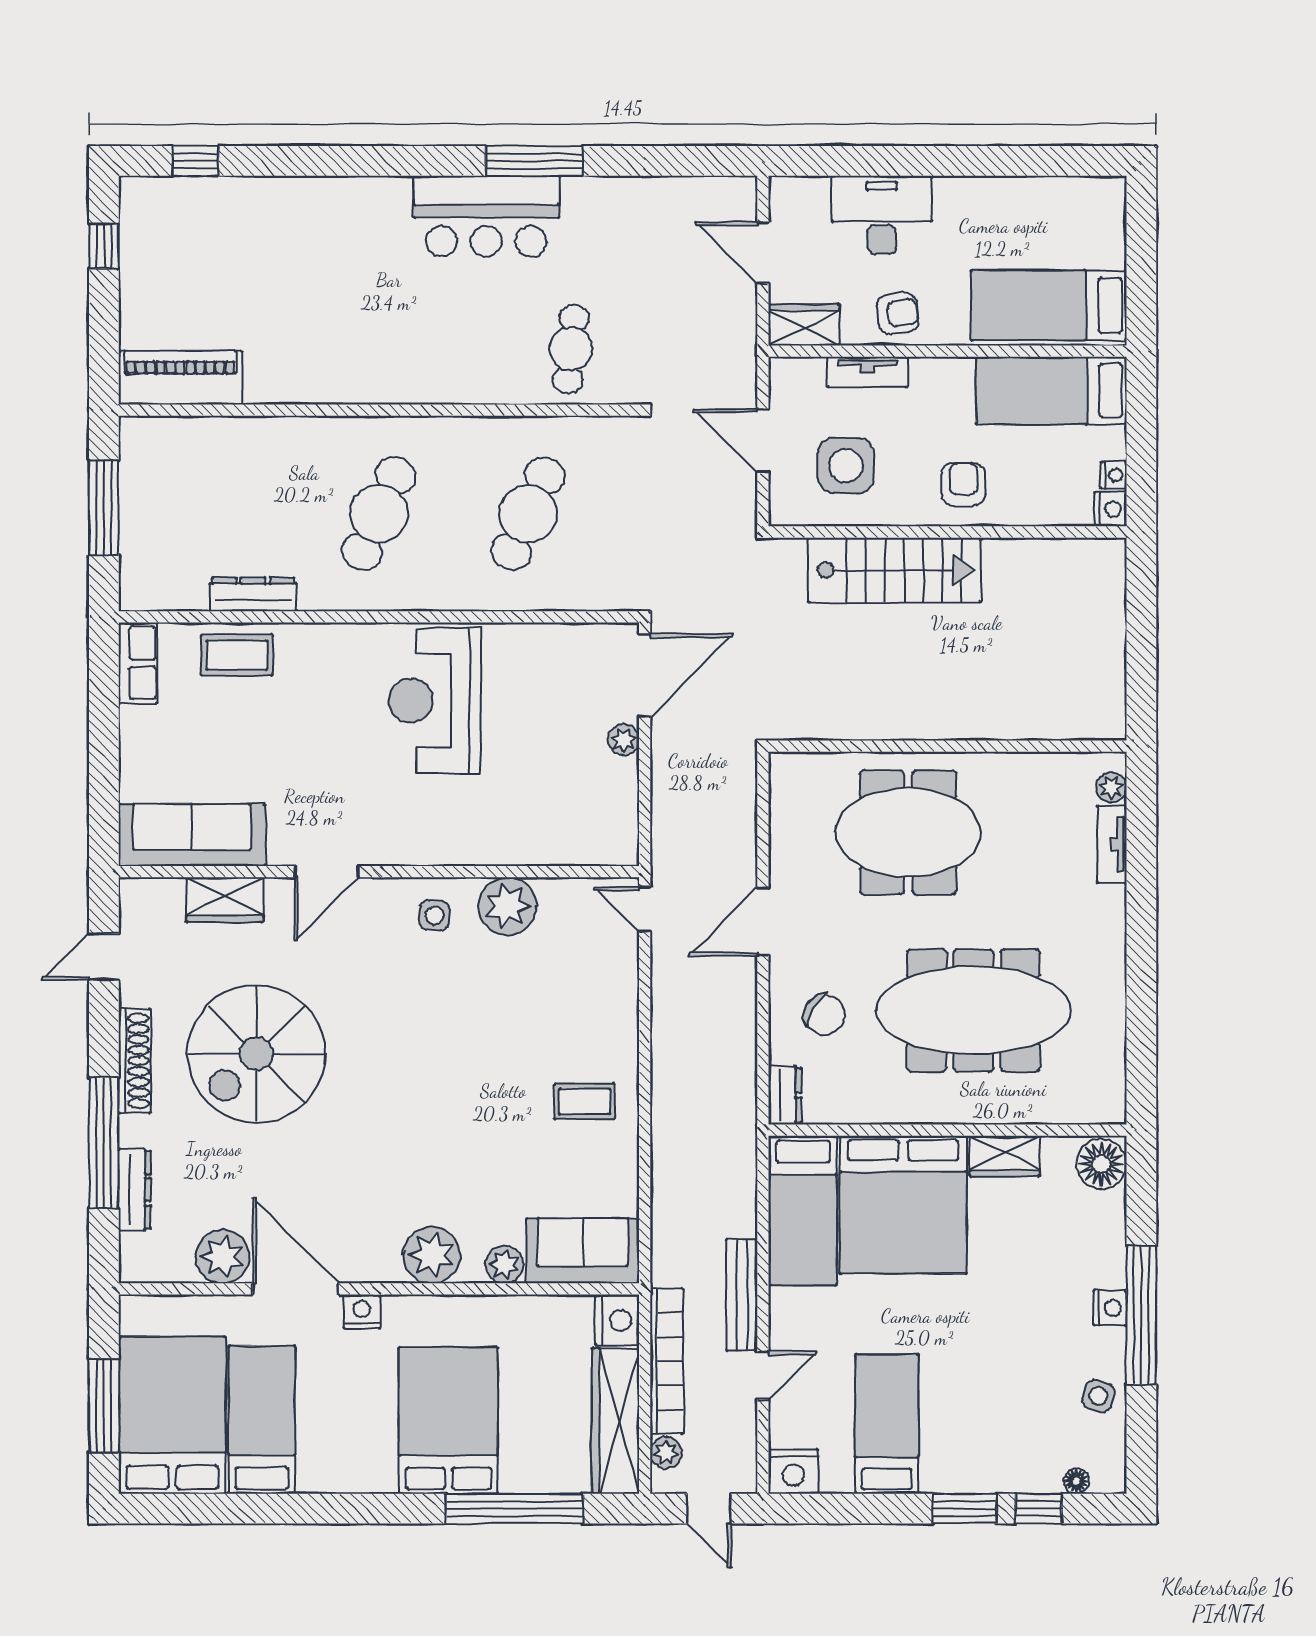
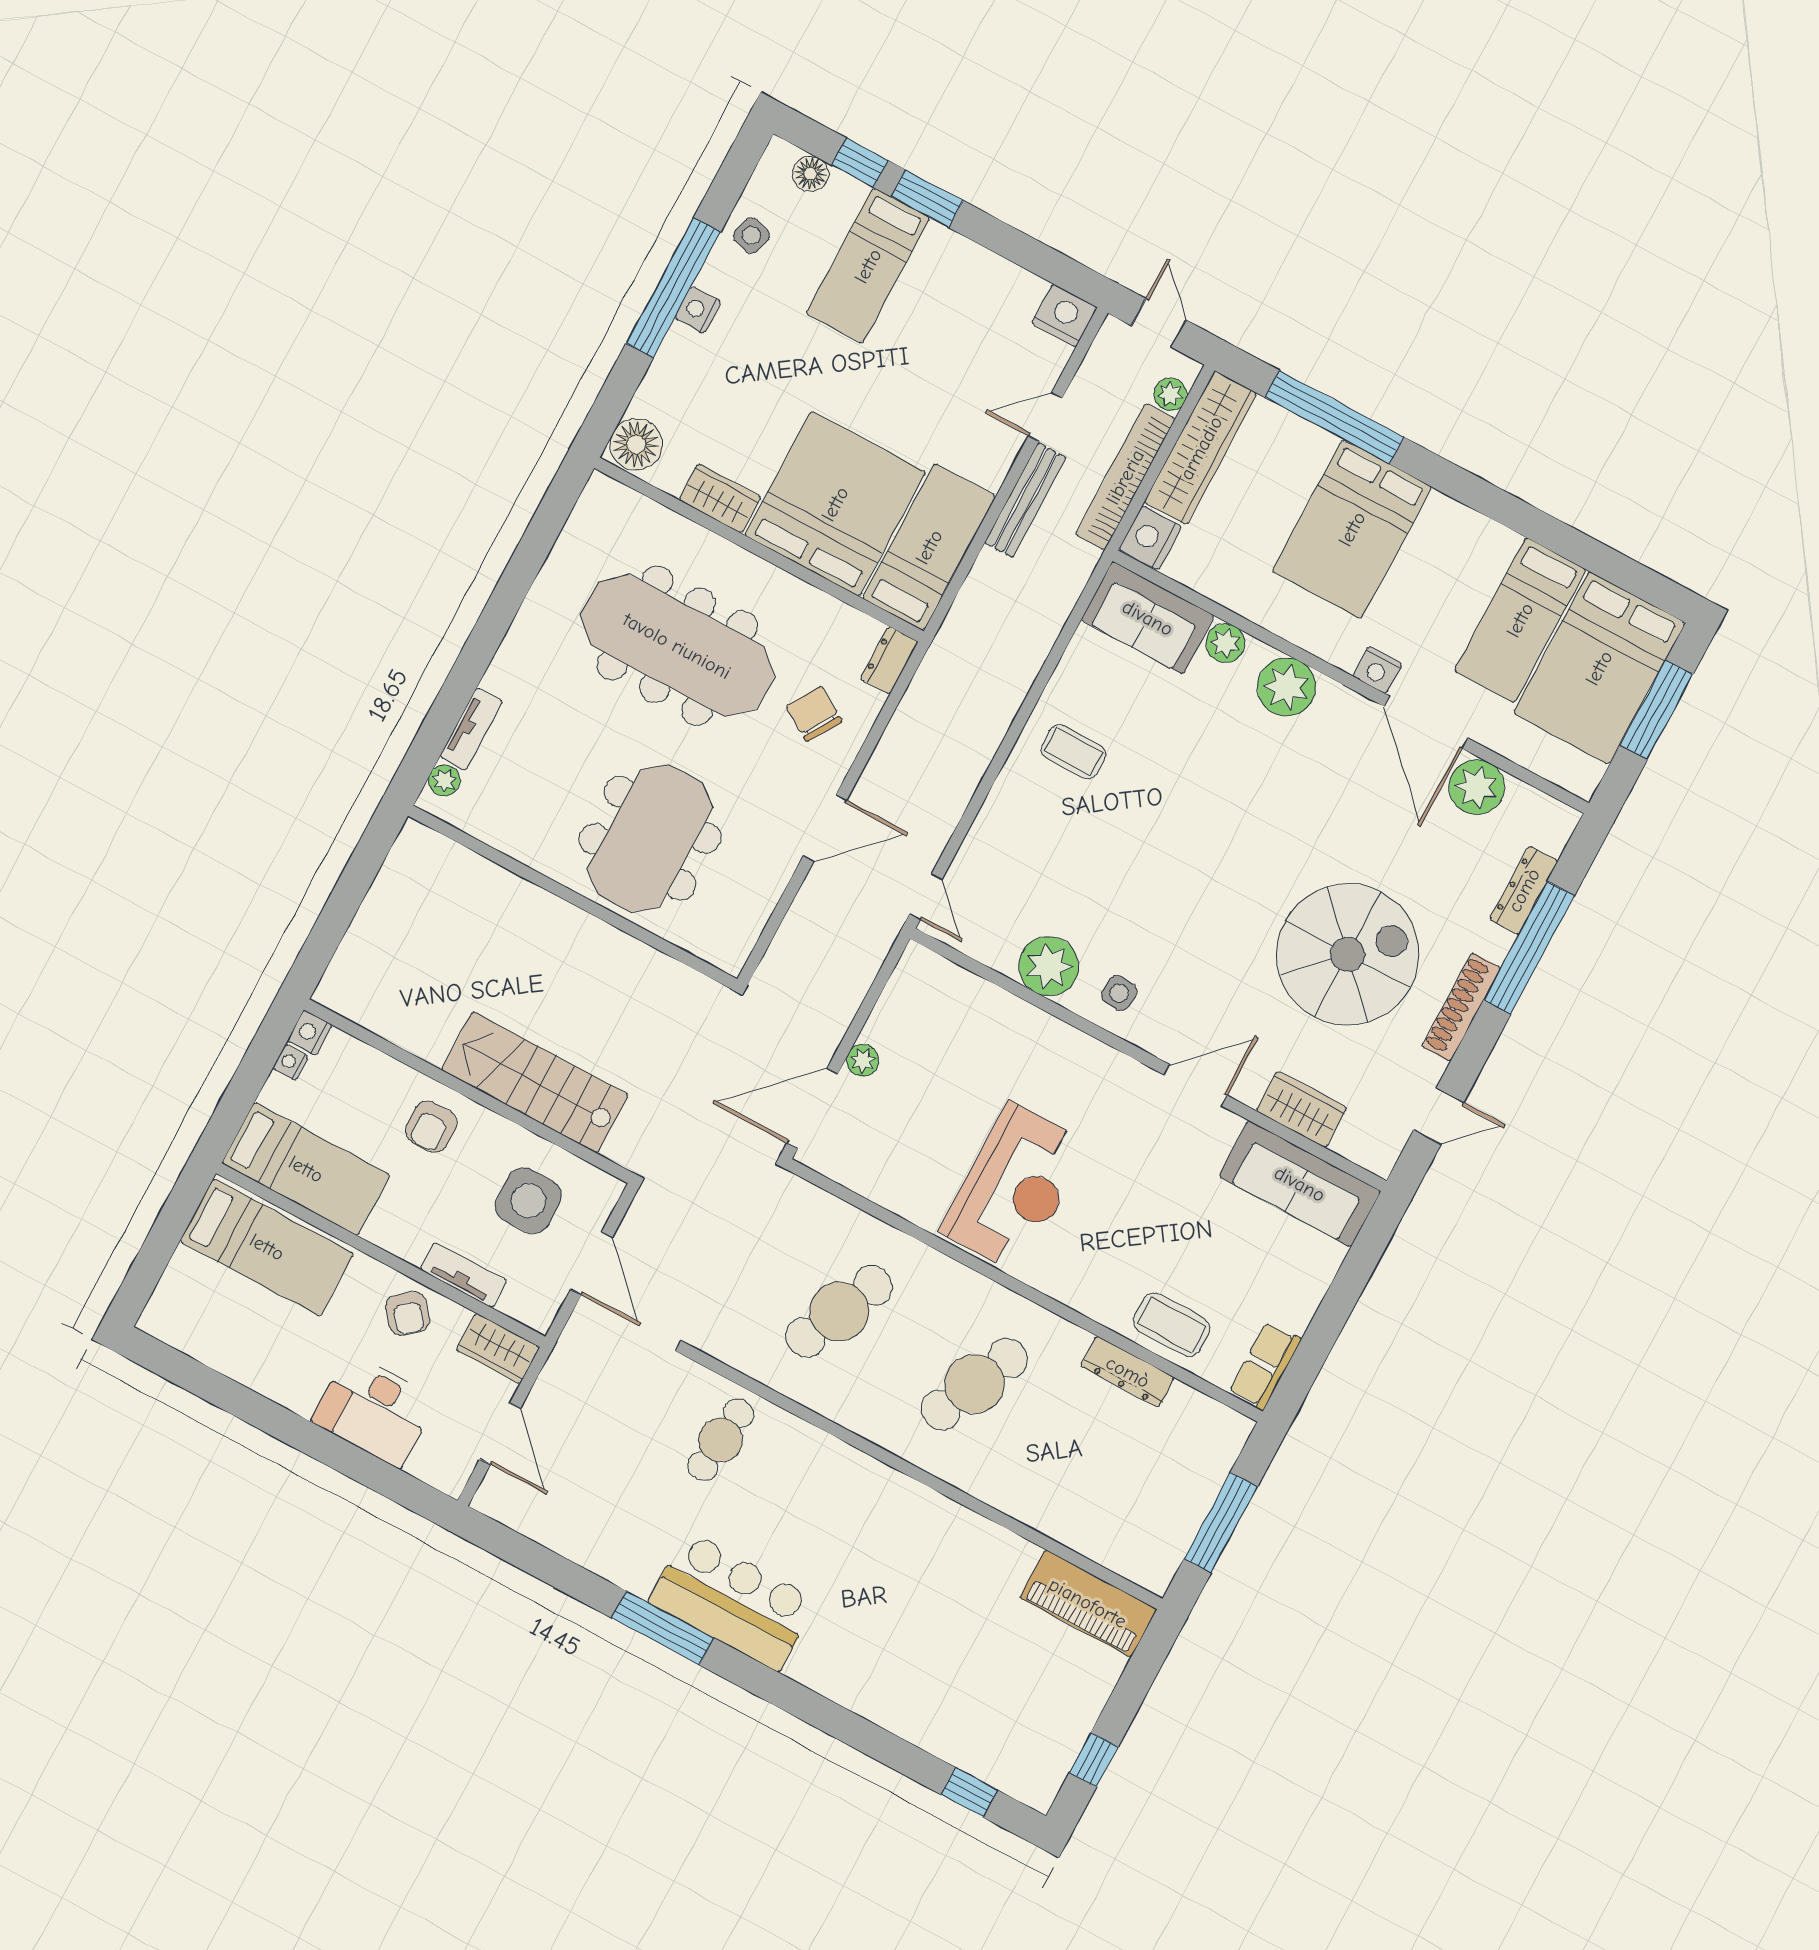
armchair: (898, 313) -> (408, 1313), turned -122
meeting table: (908, 832) -> (650, 838), turned 90
bed: (887, 1424) -> (868, 266), moved
floor lamp: (1076, 1481) -> (810, 174), width x1.37, depth x1.37

